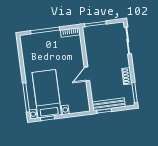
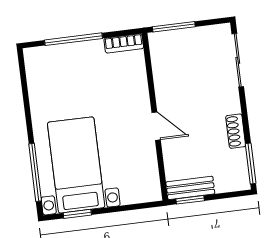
door: (87, 74) -> (156, 126), swing flipped
bench: (109, 104) -> (190, 188), width x0.73

